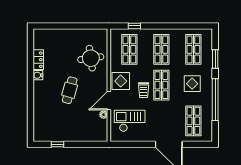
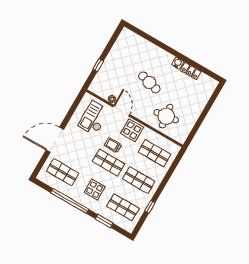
window: (134, 26) -> (150, 207), moved
checkout: (130, 121) -> (94, 118), turned 180
window: (57, 144) -> (98, 65), moved

